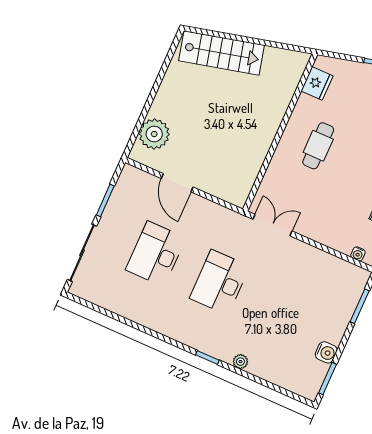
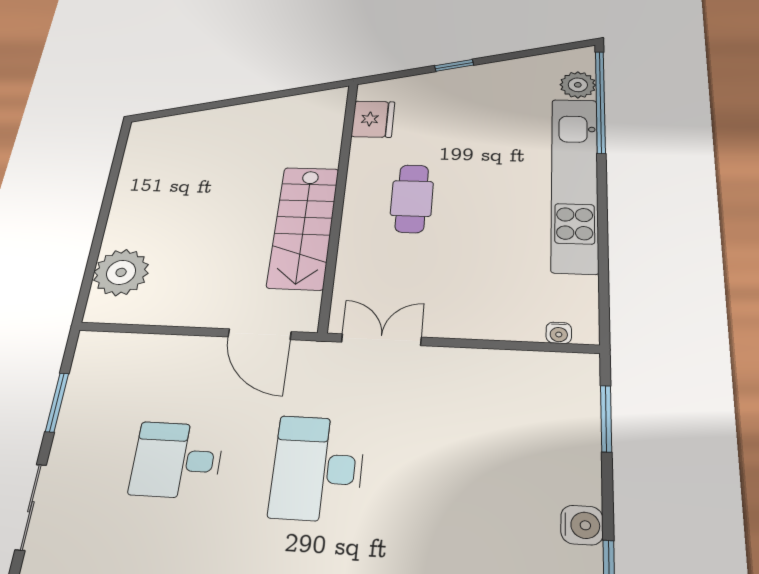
stairs: (222, 53) -> (303, 227), moved, turned 104
door: (177, 183) -> (260, 334), moved
sliding door: (82, 253) -> (31, 507), width x0.73
desk: (156, 254) -> (177, 460), width x0.73

